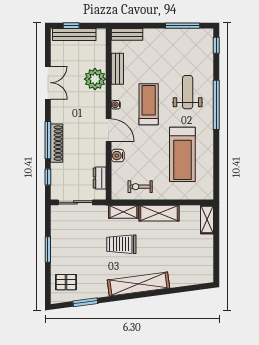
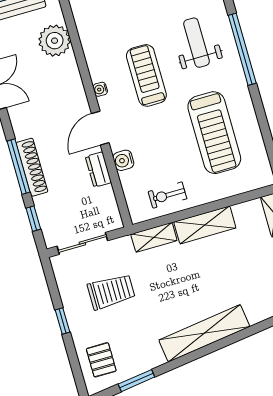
bench: (117, 69) -> (88, 38), removed
plant: (95, 79) -> (55, 41), moved
door: (109, 130) -> (100, 128), swing flipped
dresser: (100, 178) -> (98, 170), moved
trolley: (121, 244) -> (111, 292), moved, turned 180
window: (48, 249) -> (63, 321), width x0.67
pallet: (66, 282) -> (101, 360), turned 90

